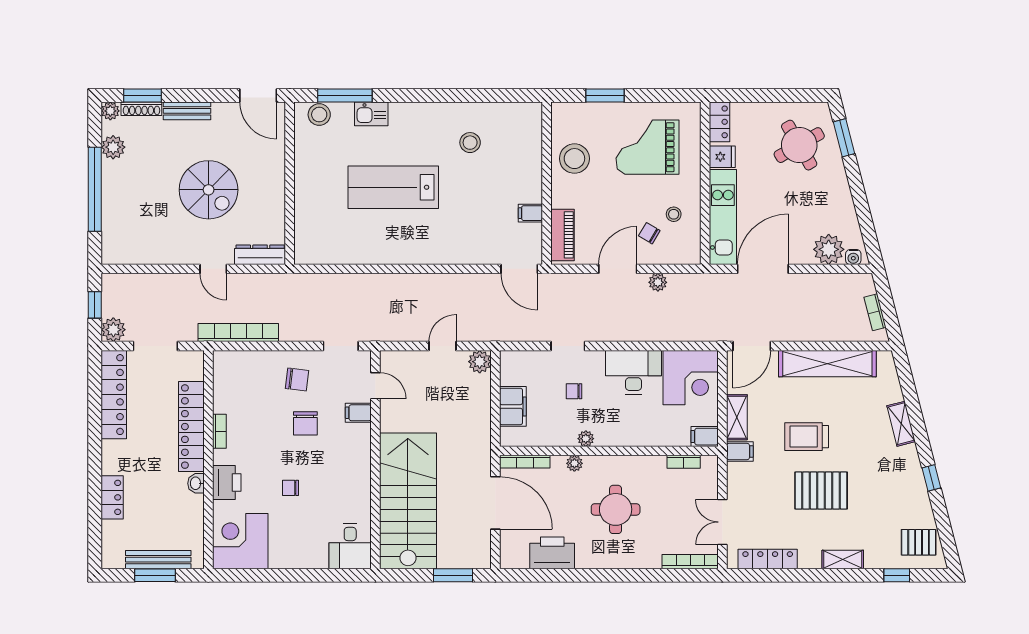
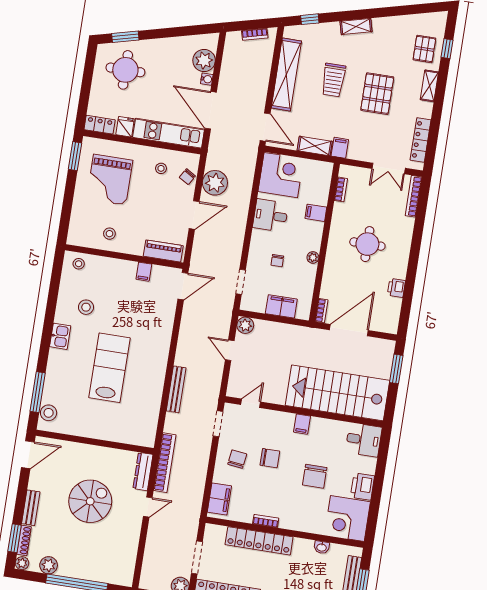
window: (605, 95) -> (75, 156), moved
kitchen sink: (371, 114) -> (60, 336), moved
stool: (527, 123) -> (79, 264), added
round table: (799, 145) -> (125, 70), turned 30
stool: (574, 159) -> (109, 234), width x0.53, depth x0.53
lab bench: (393, 187) -> (109, 368), turned 180
chair: (649, 233) -> (187, 177), moved
water cooler: (853, 257) -> (207, 79), moved
door: (618, 269) -> (194, 215), swing flipped
bench: (378, 282) -> (176, 389), added
plant: (658, 282) -> (215, 183), width x1.87, depth x1.87
bookcase: (238, 333) -> (165, 463), moved, turned 180
doorway: (568, 346) -> (241, 282), moved
filing cabinet: (239, 364) -> (219, 499), added
desk: (633, 372) -> (270, 215), width x0.73
filing cabinet: (358, 413) -> (302, 424), moved
shelving: (901, 424) -> (356, 26), moved
filing cabinet: (705, 437) -> (316, 213), moved, turned 90
trolley: (807, 437) -> (333, 80), moved
bookcase: (525, 462) -> (322, 311), width x0.64
plant: (574, 463) -> (329, 268), removed
window: (931, 478) -> (310, 19), moved
washbasin: (196, 483) -> (322, 547), moved
printer: (227, 483) -> (362, 487), moved, turned -90
chair: (290, 488) -> (315, 476), width x1.87, depth x1.87
pallet: (919, 542) -> (424, 49), moved
printer: (552, 553) -> (396, 288), width x0.53, depth x0.68

